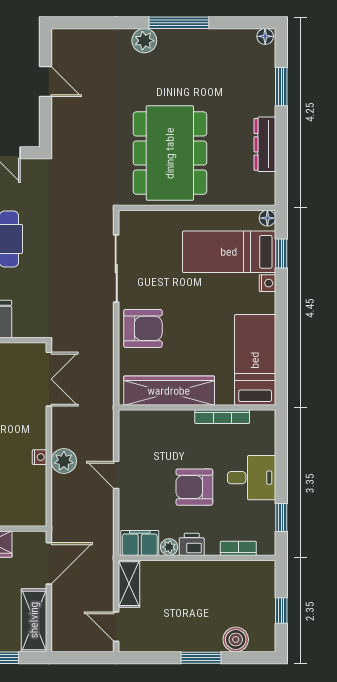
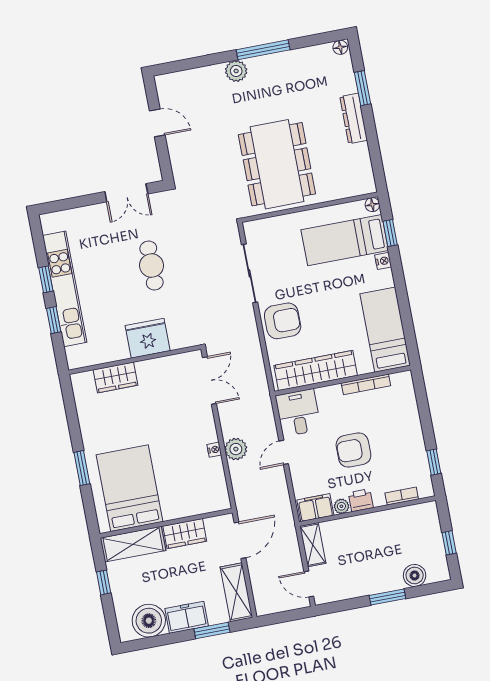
dresser: (265, 144) -> (354, 118), moved
door: (116, 475) -> (284, 452), hinge flipped
desk: (252, 478) -> (298, 413), moved, turned -90

